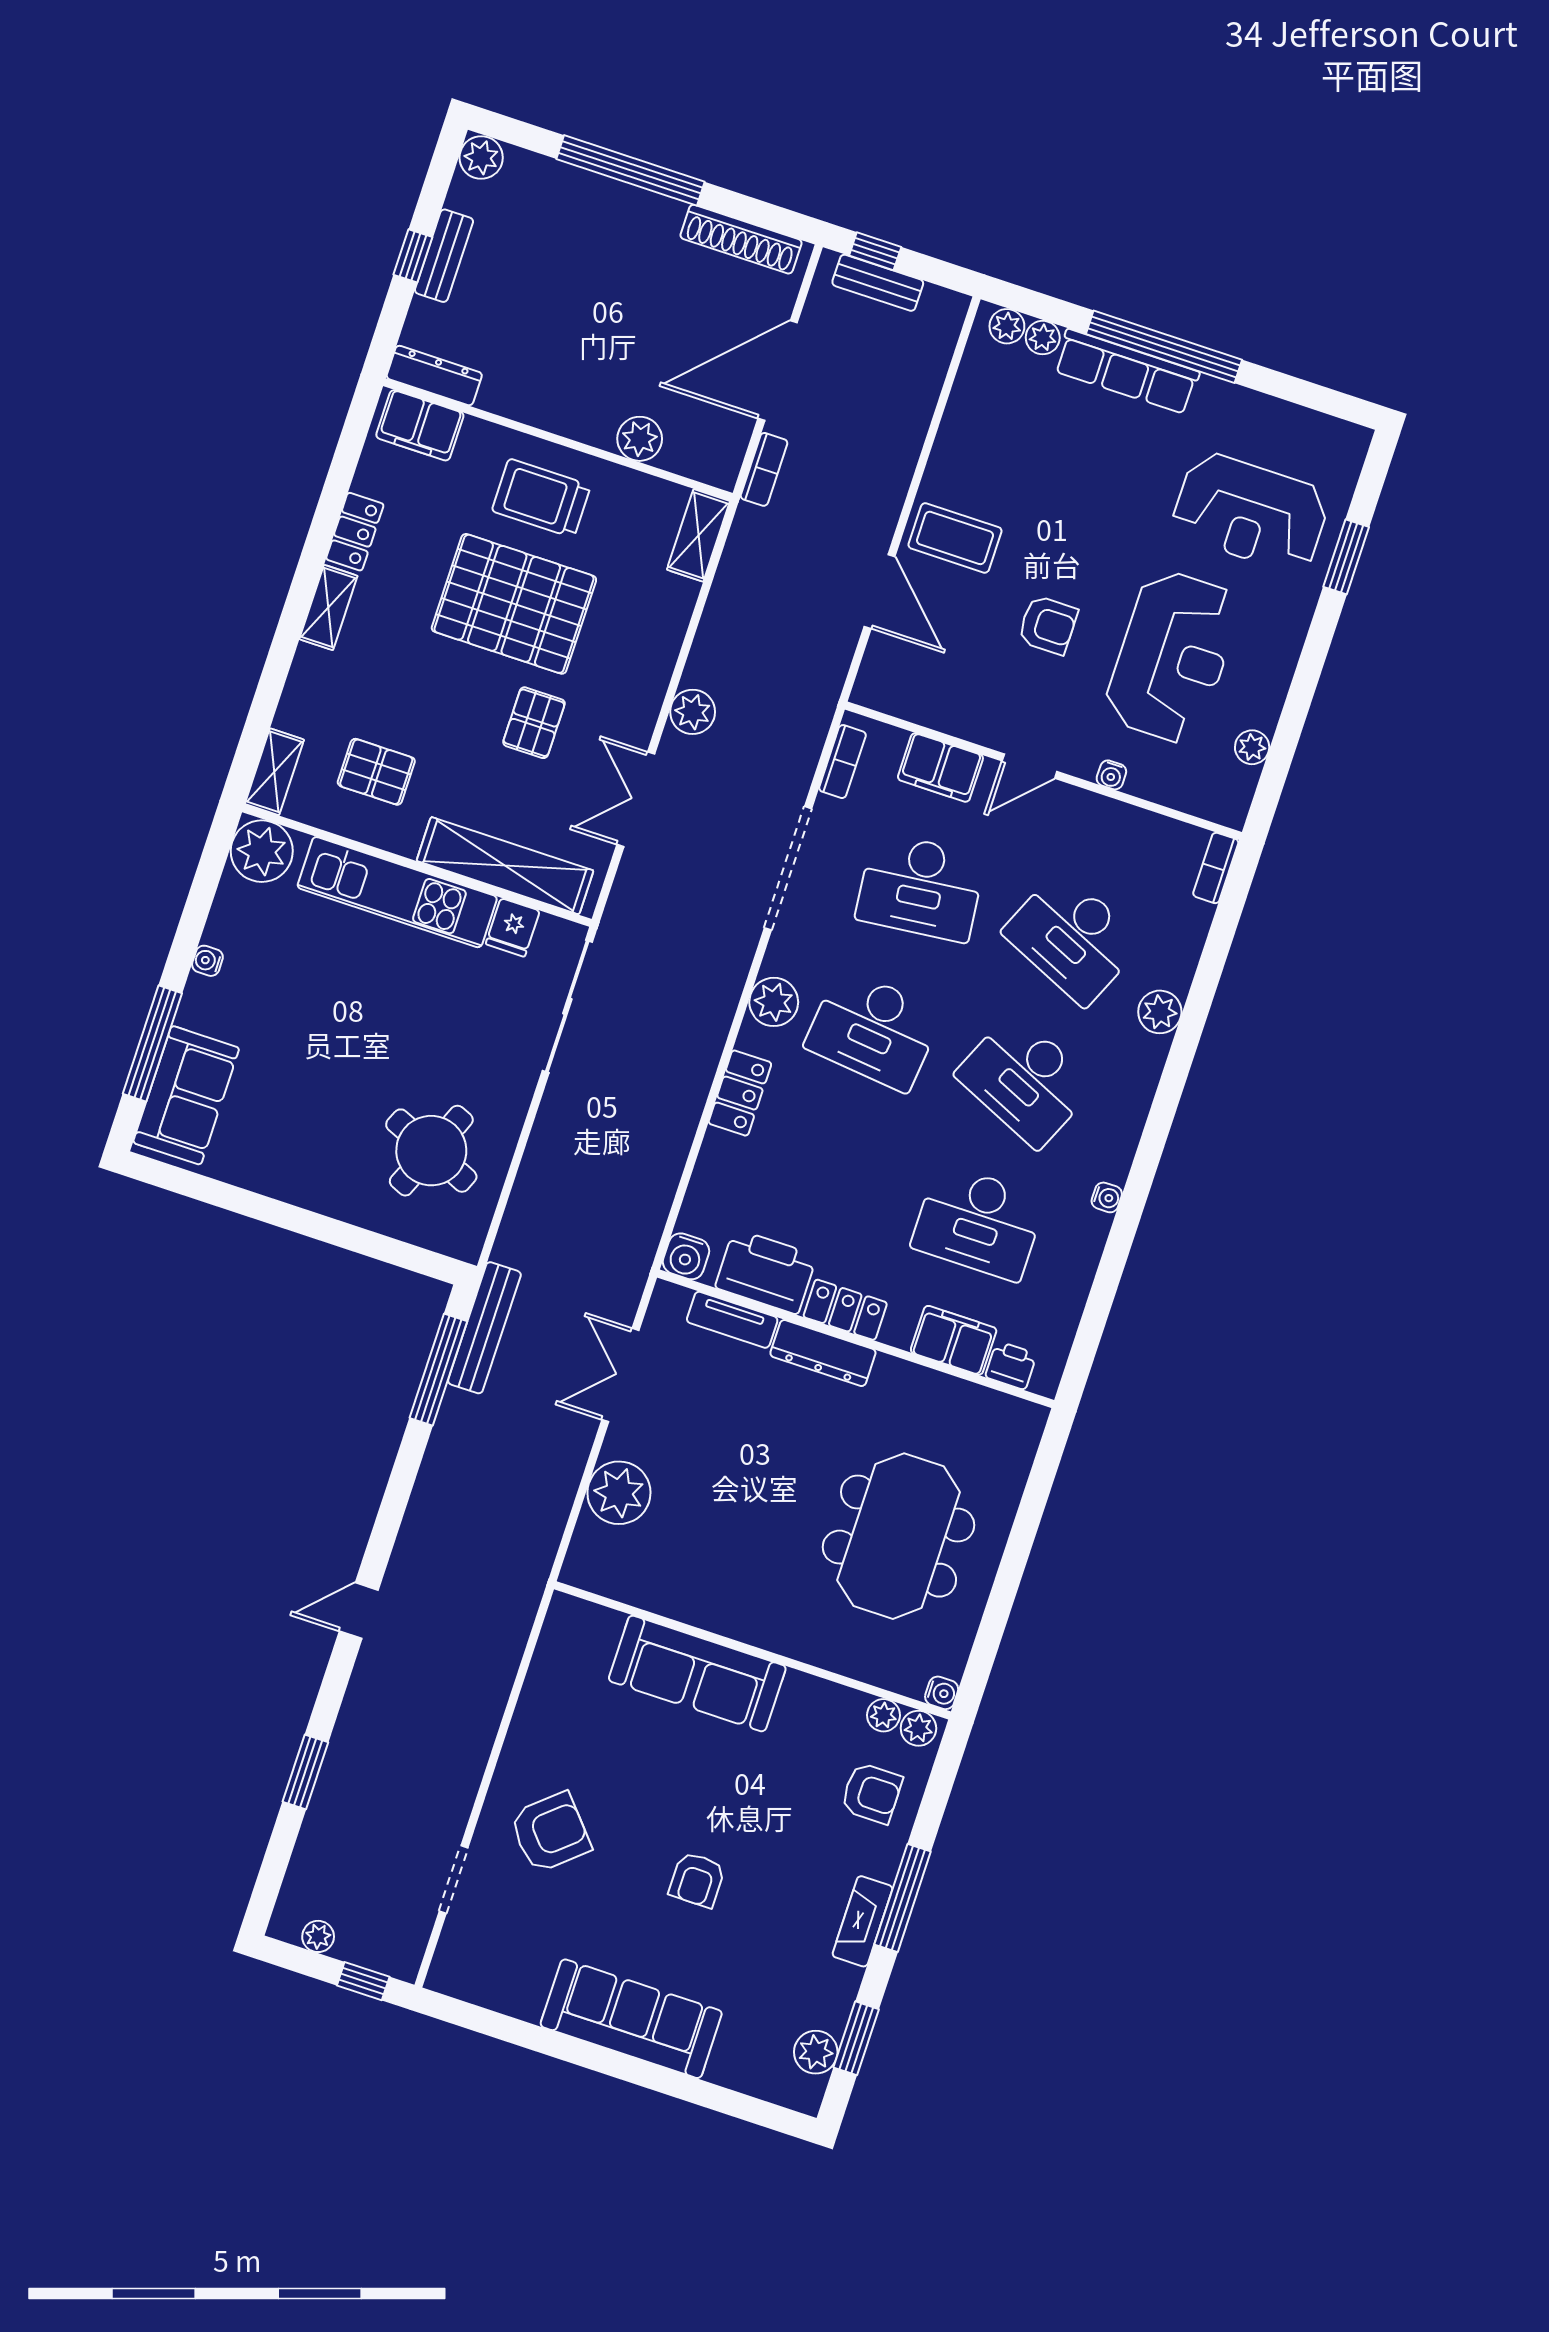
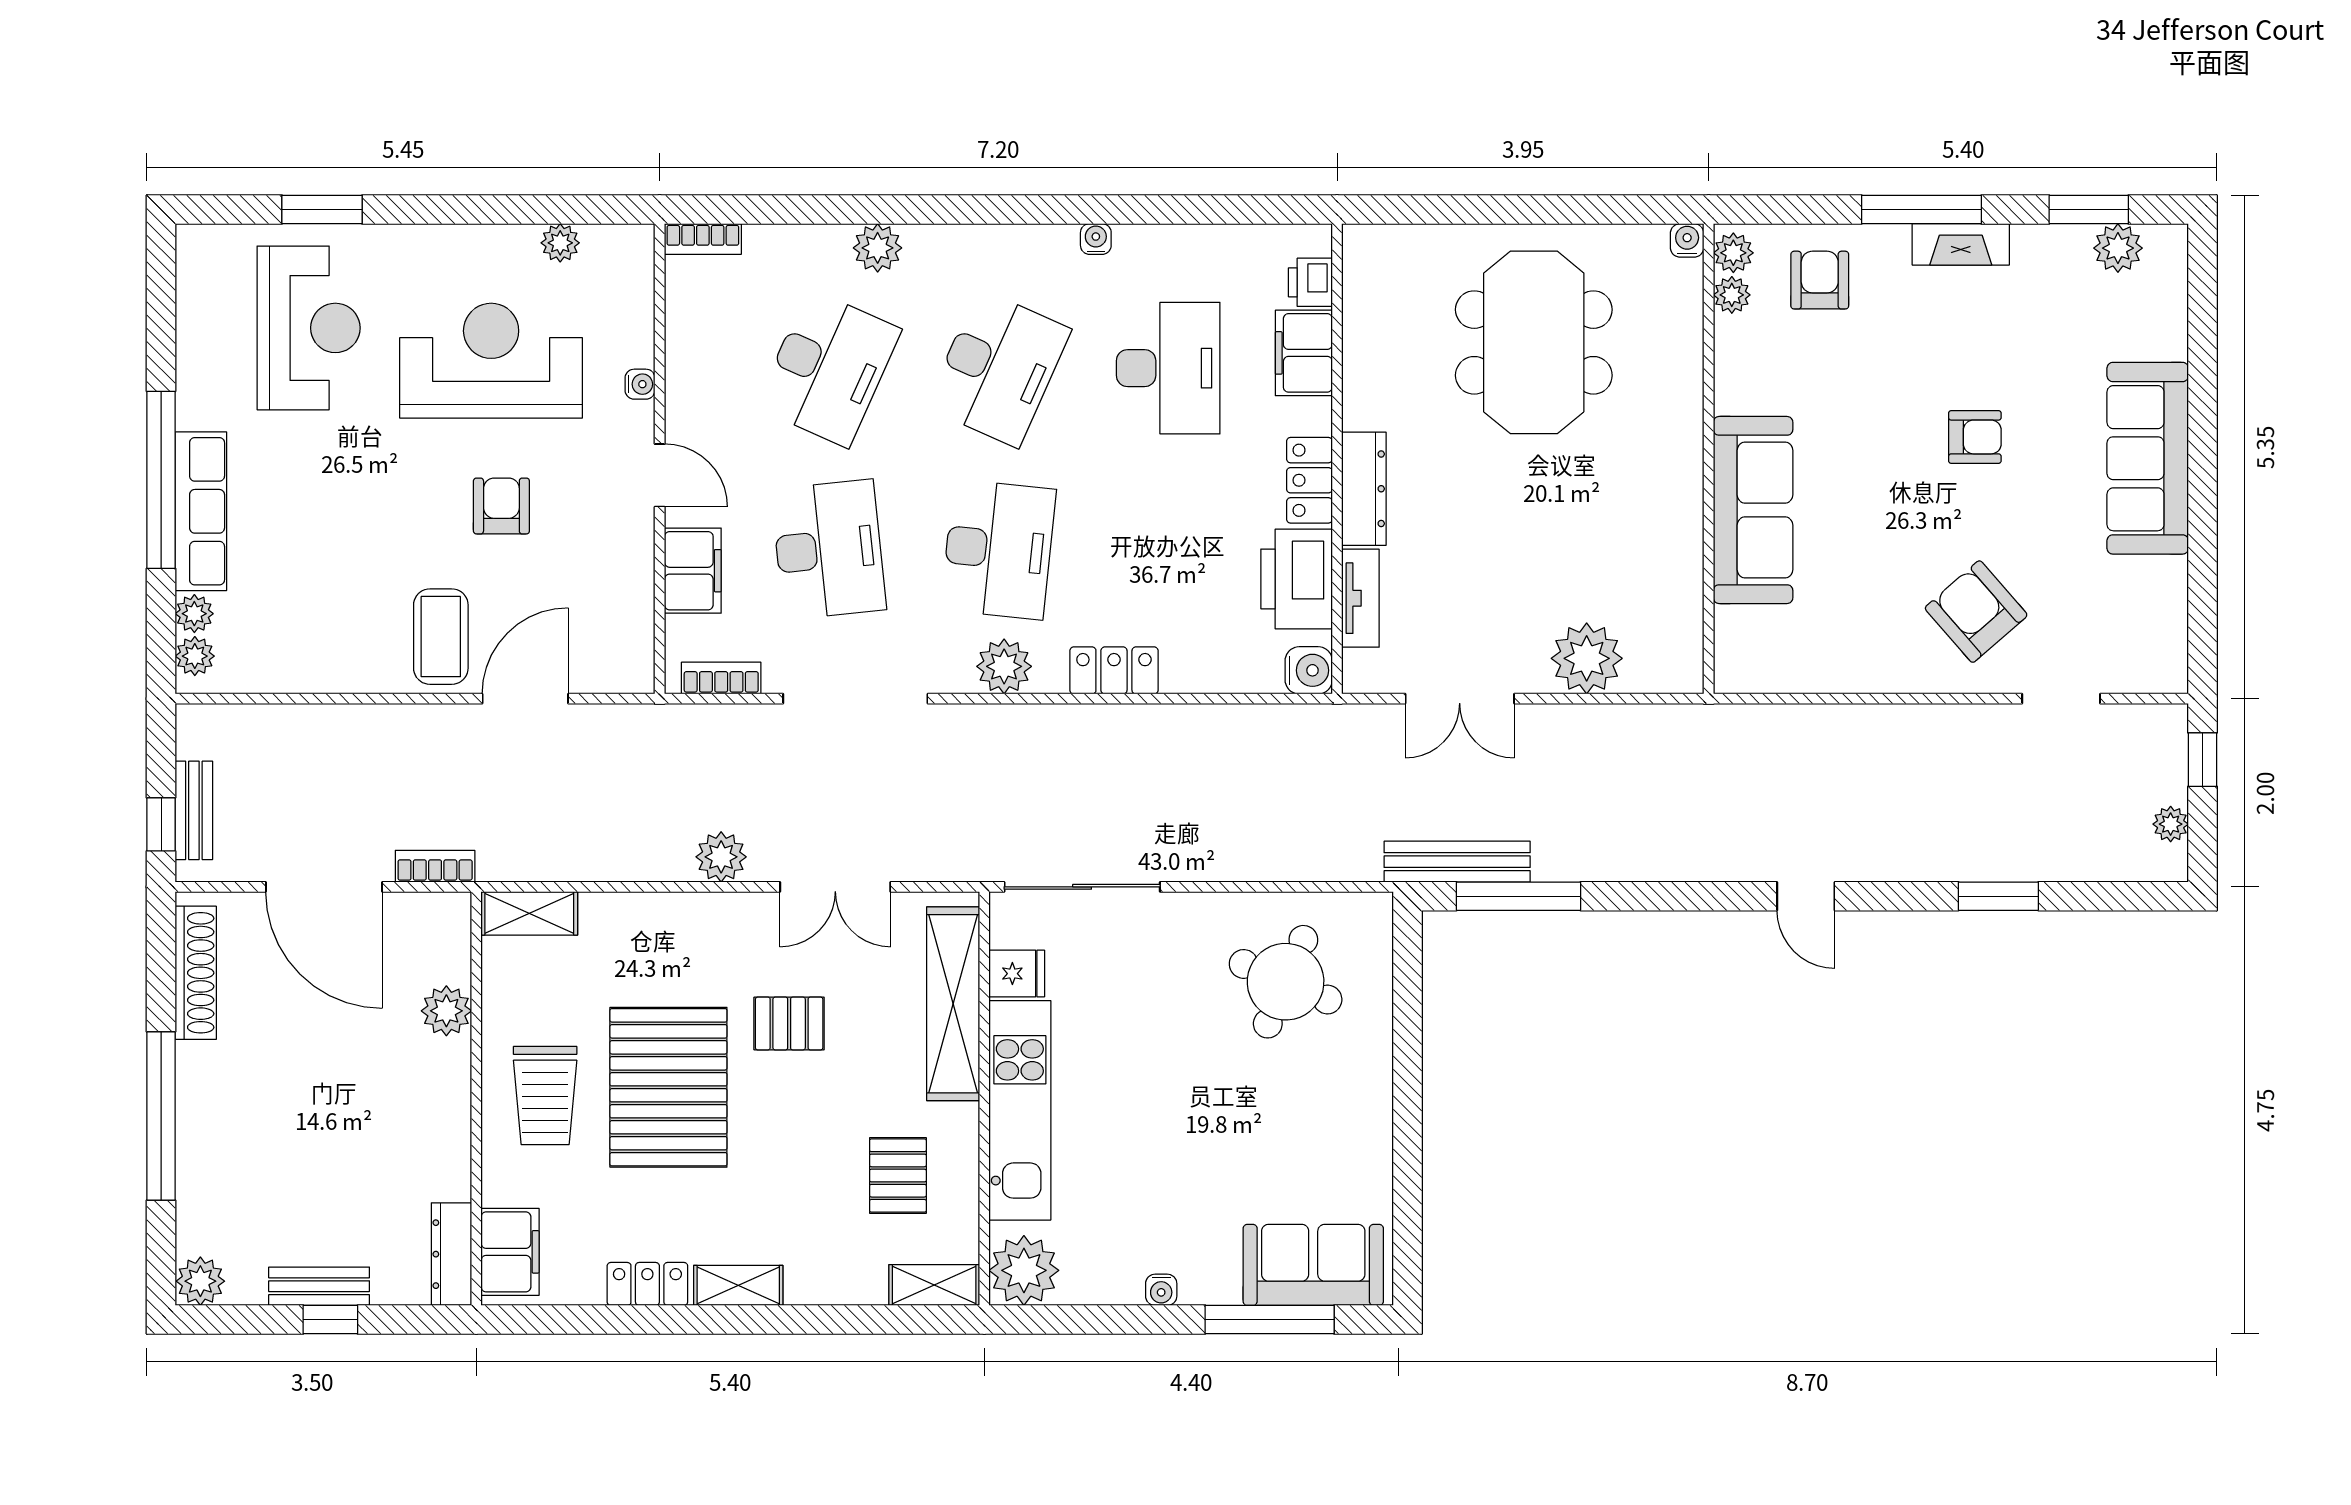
meeting table: (899, 1536) -> (1534, 342), turned 90

